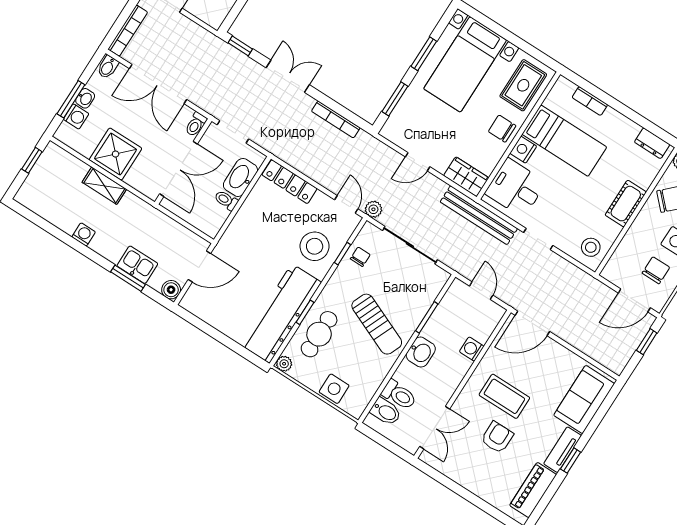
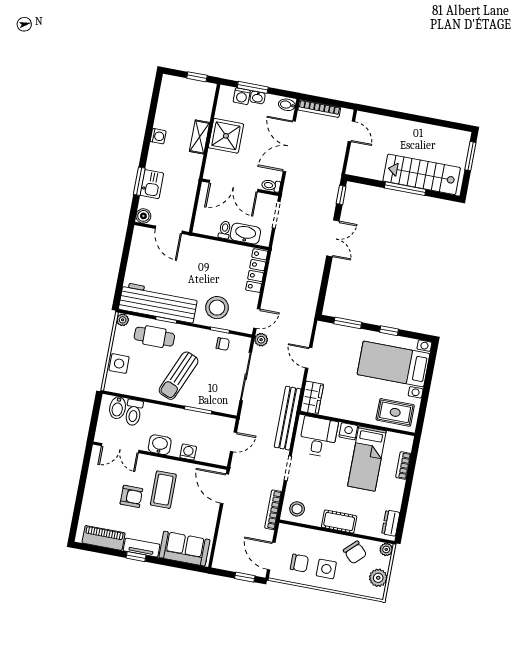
window: (424, 54) -> (389, 331), width x0.67
bookcase: (336, 119) -> (273, 510), moved
chair: (502, 129) -> (357, 410), removed
washbasin: (421, 352) -> (160, 445), moved, turned 180

